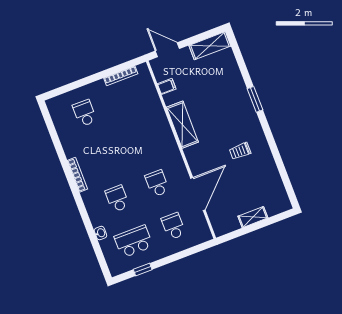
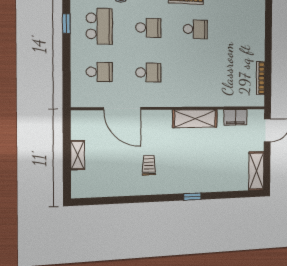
filing cabinet: (167, 86) -> (235, 117), width x2.00
window: (255, 99) -> (192, 197), width x0.67
school desk: (85, 113) -> (195, 29), moved

